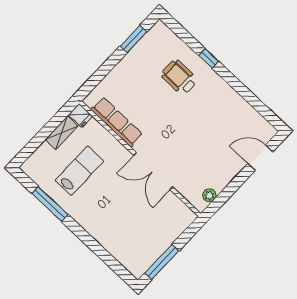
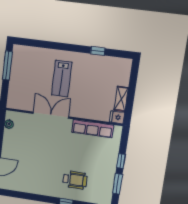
window: (111, 63) -> (121, 161), added
lab bench: (79, 171) -> (62, 79), moved
window: (50, 204) -> (98, 51), width x0.46

